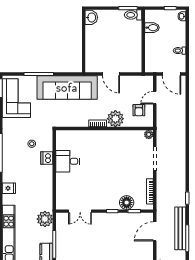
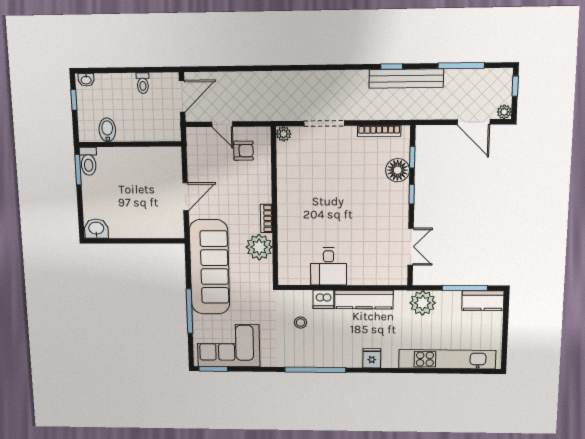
plant: (115, 119) -> (259, 247), moved
kitchen counter: (47, 183) -> (364, 300), added
bench: (180, 228) -> (406, 79), moved
door: (155, 231) -> (474, 122), moved

